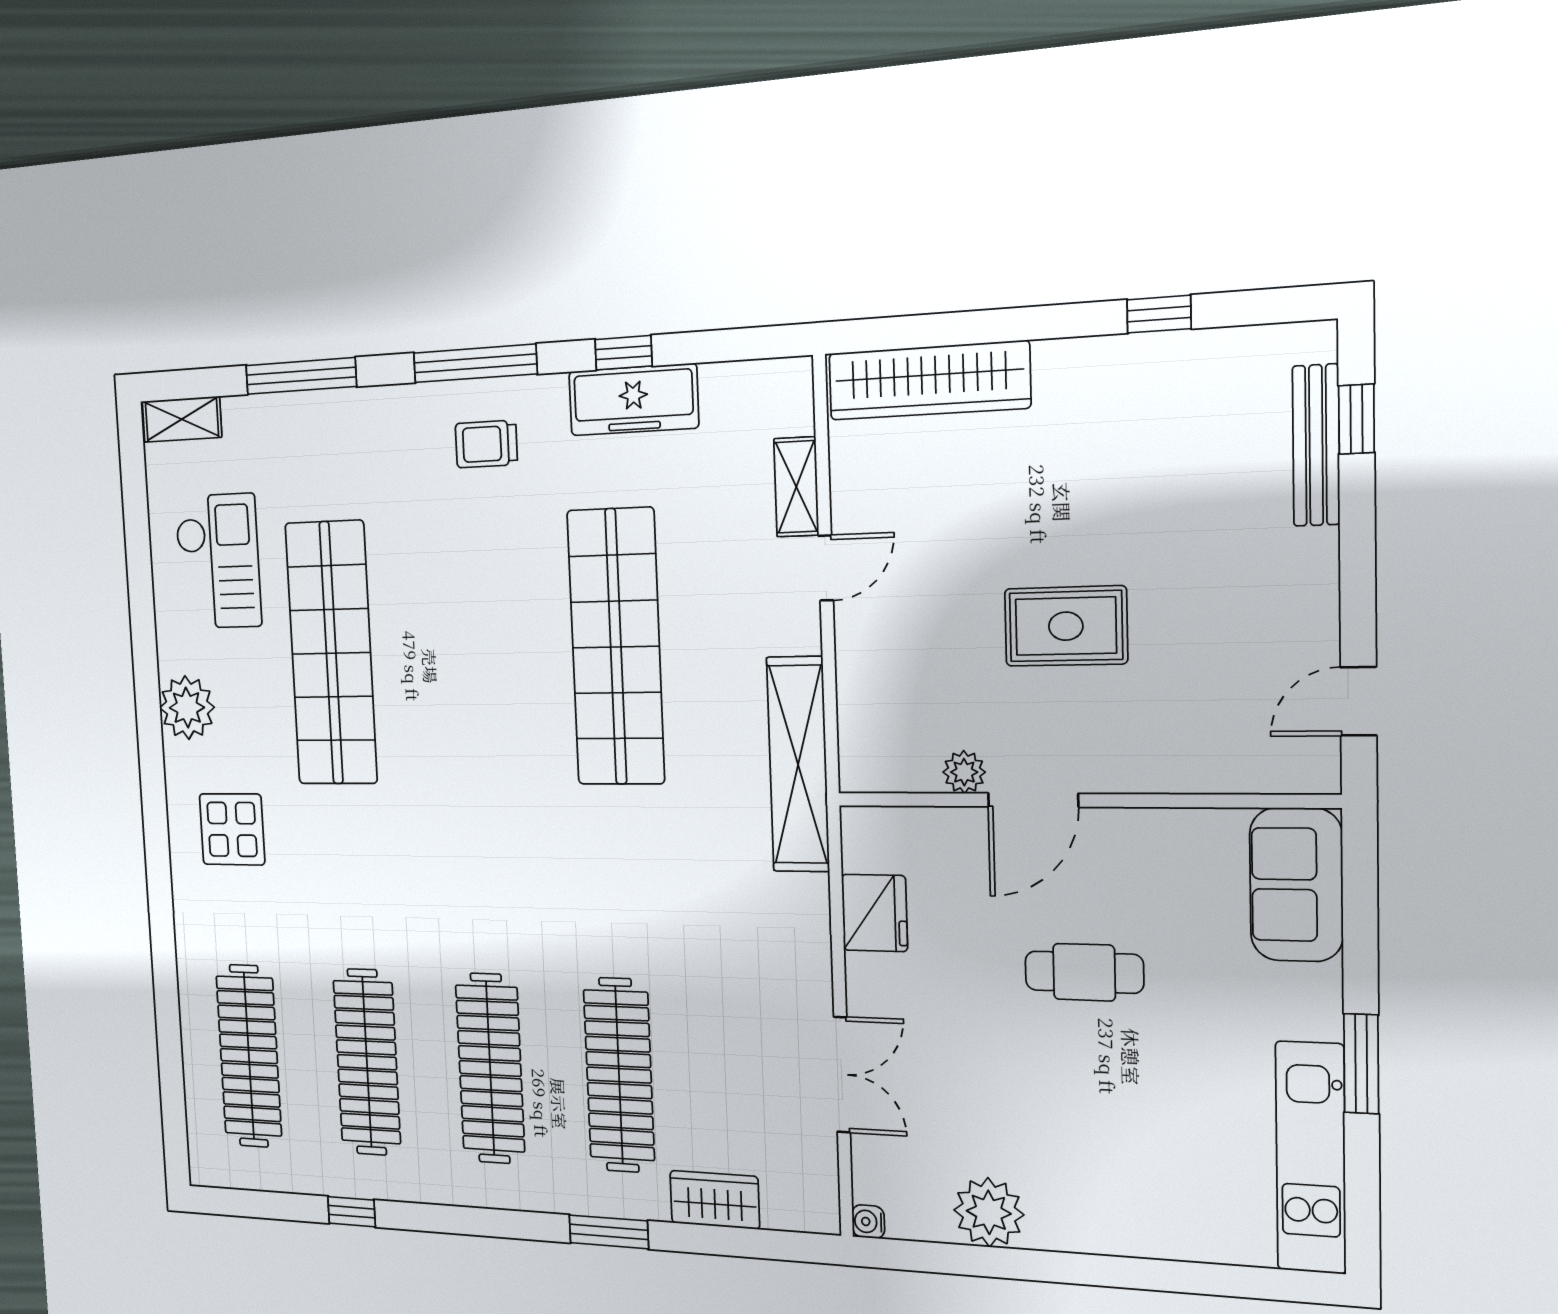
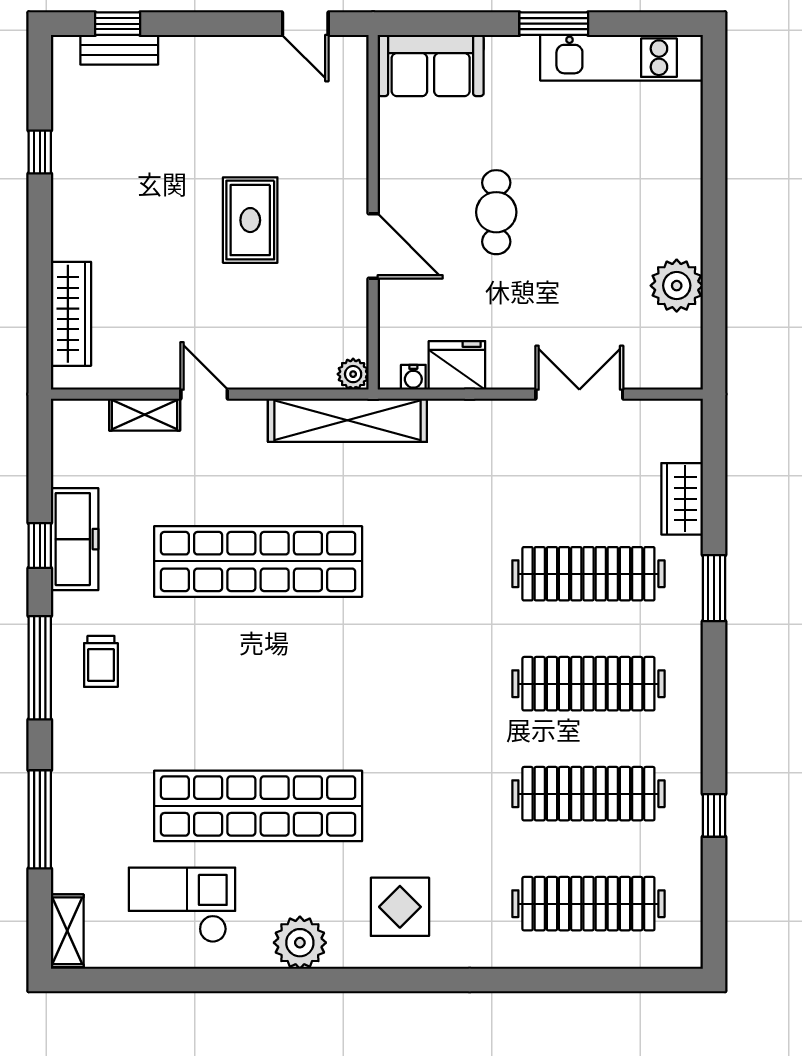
wardrobe: (929, 381) -> (71, 314), width x0.71, depth x0.85
bench: (1316, 445) -> (119, 50), width x0.73
plant: (964, 772) -> (353, 374), moved
water cooler: (868, 1222) -> (413, 377), moved

